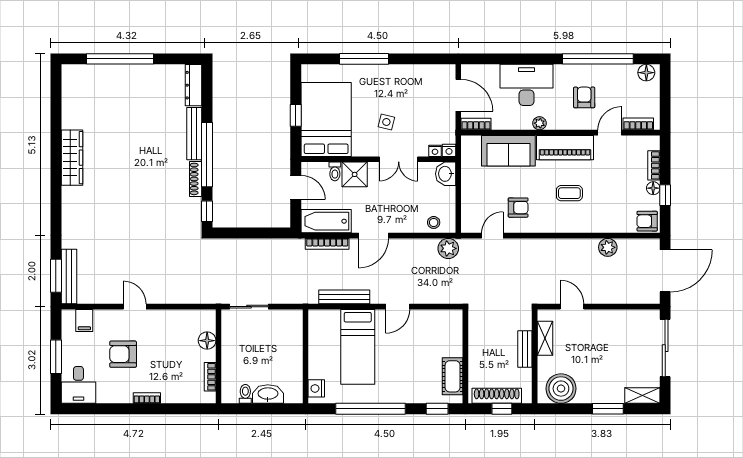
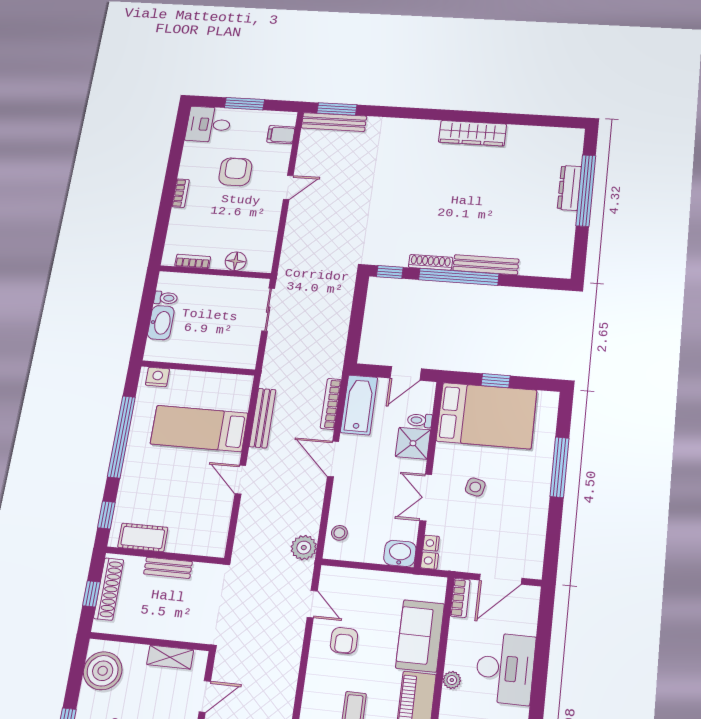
dresser: (193, 85) -> (569, 188), moved, turned -90
bench: (525, 349) -> (168, 568), moved

